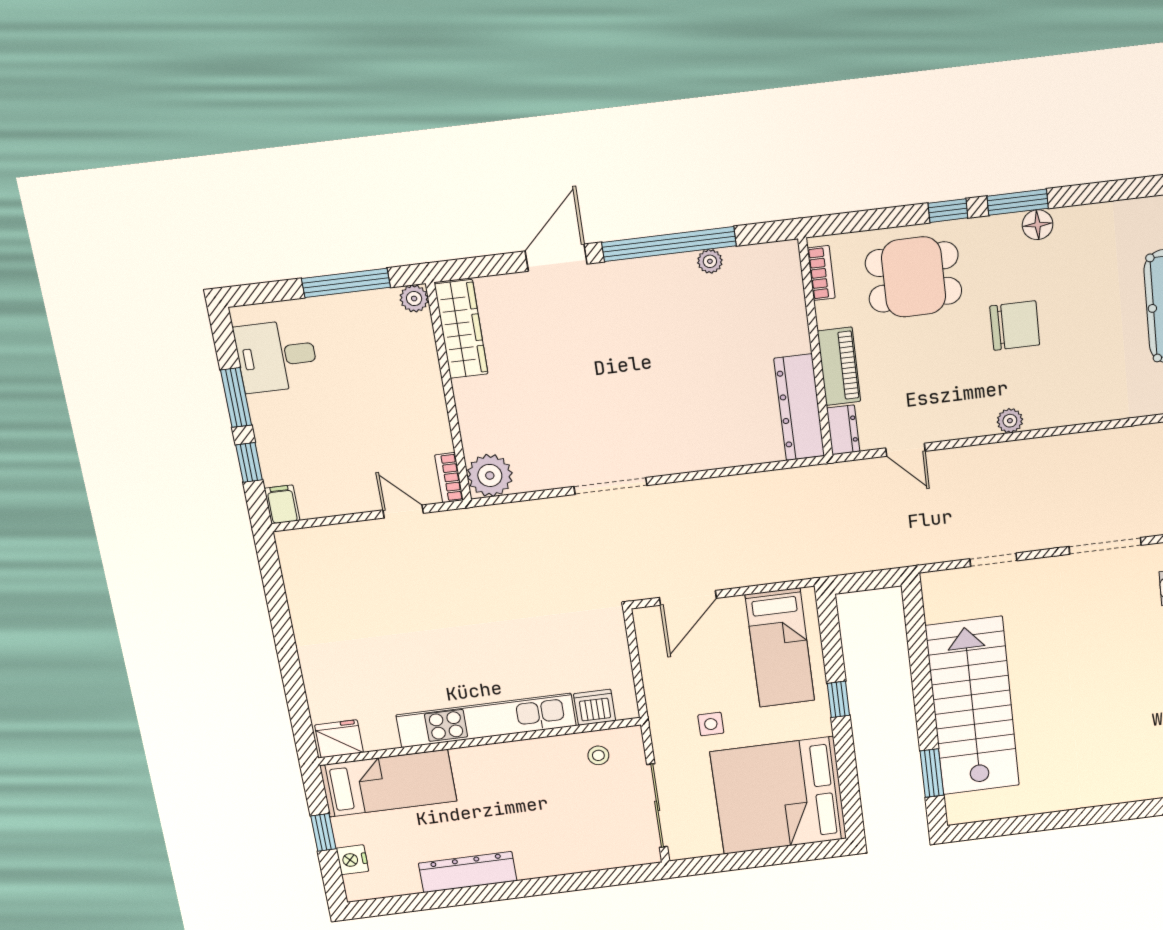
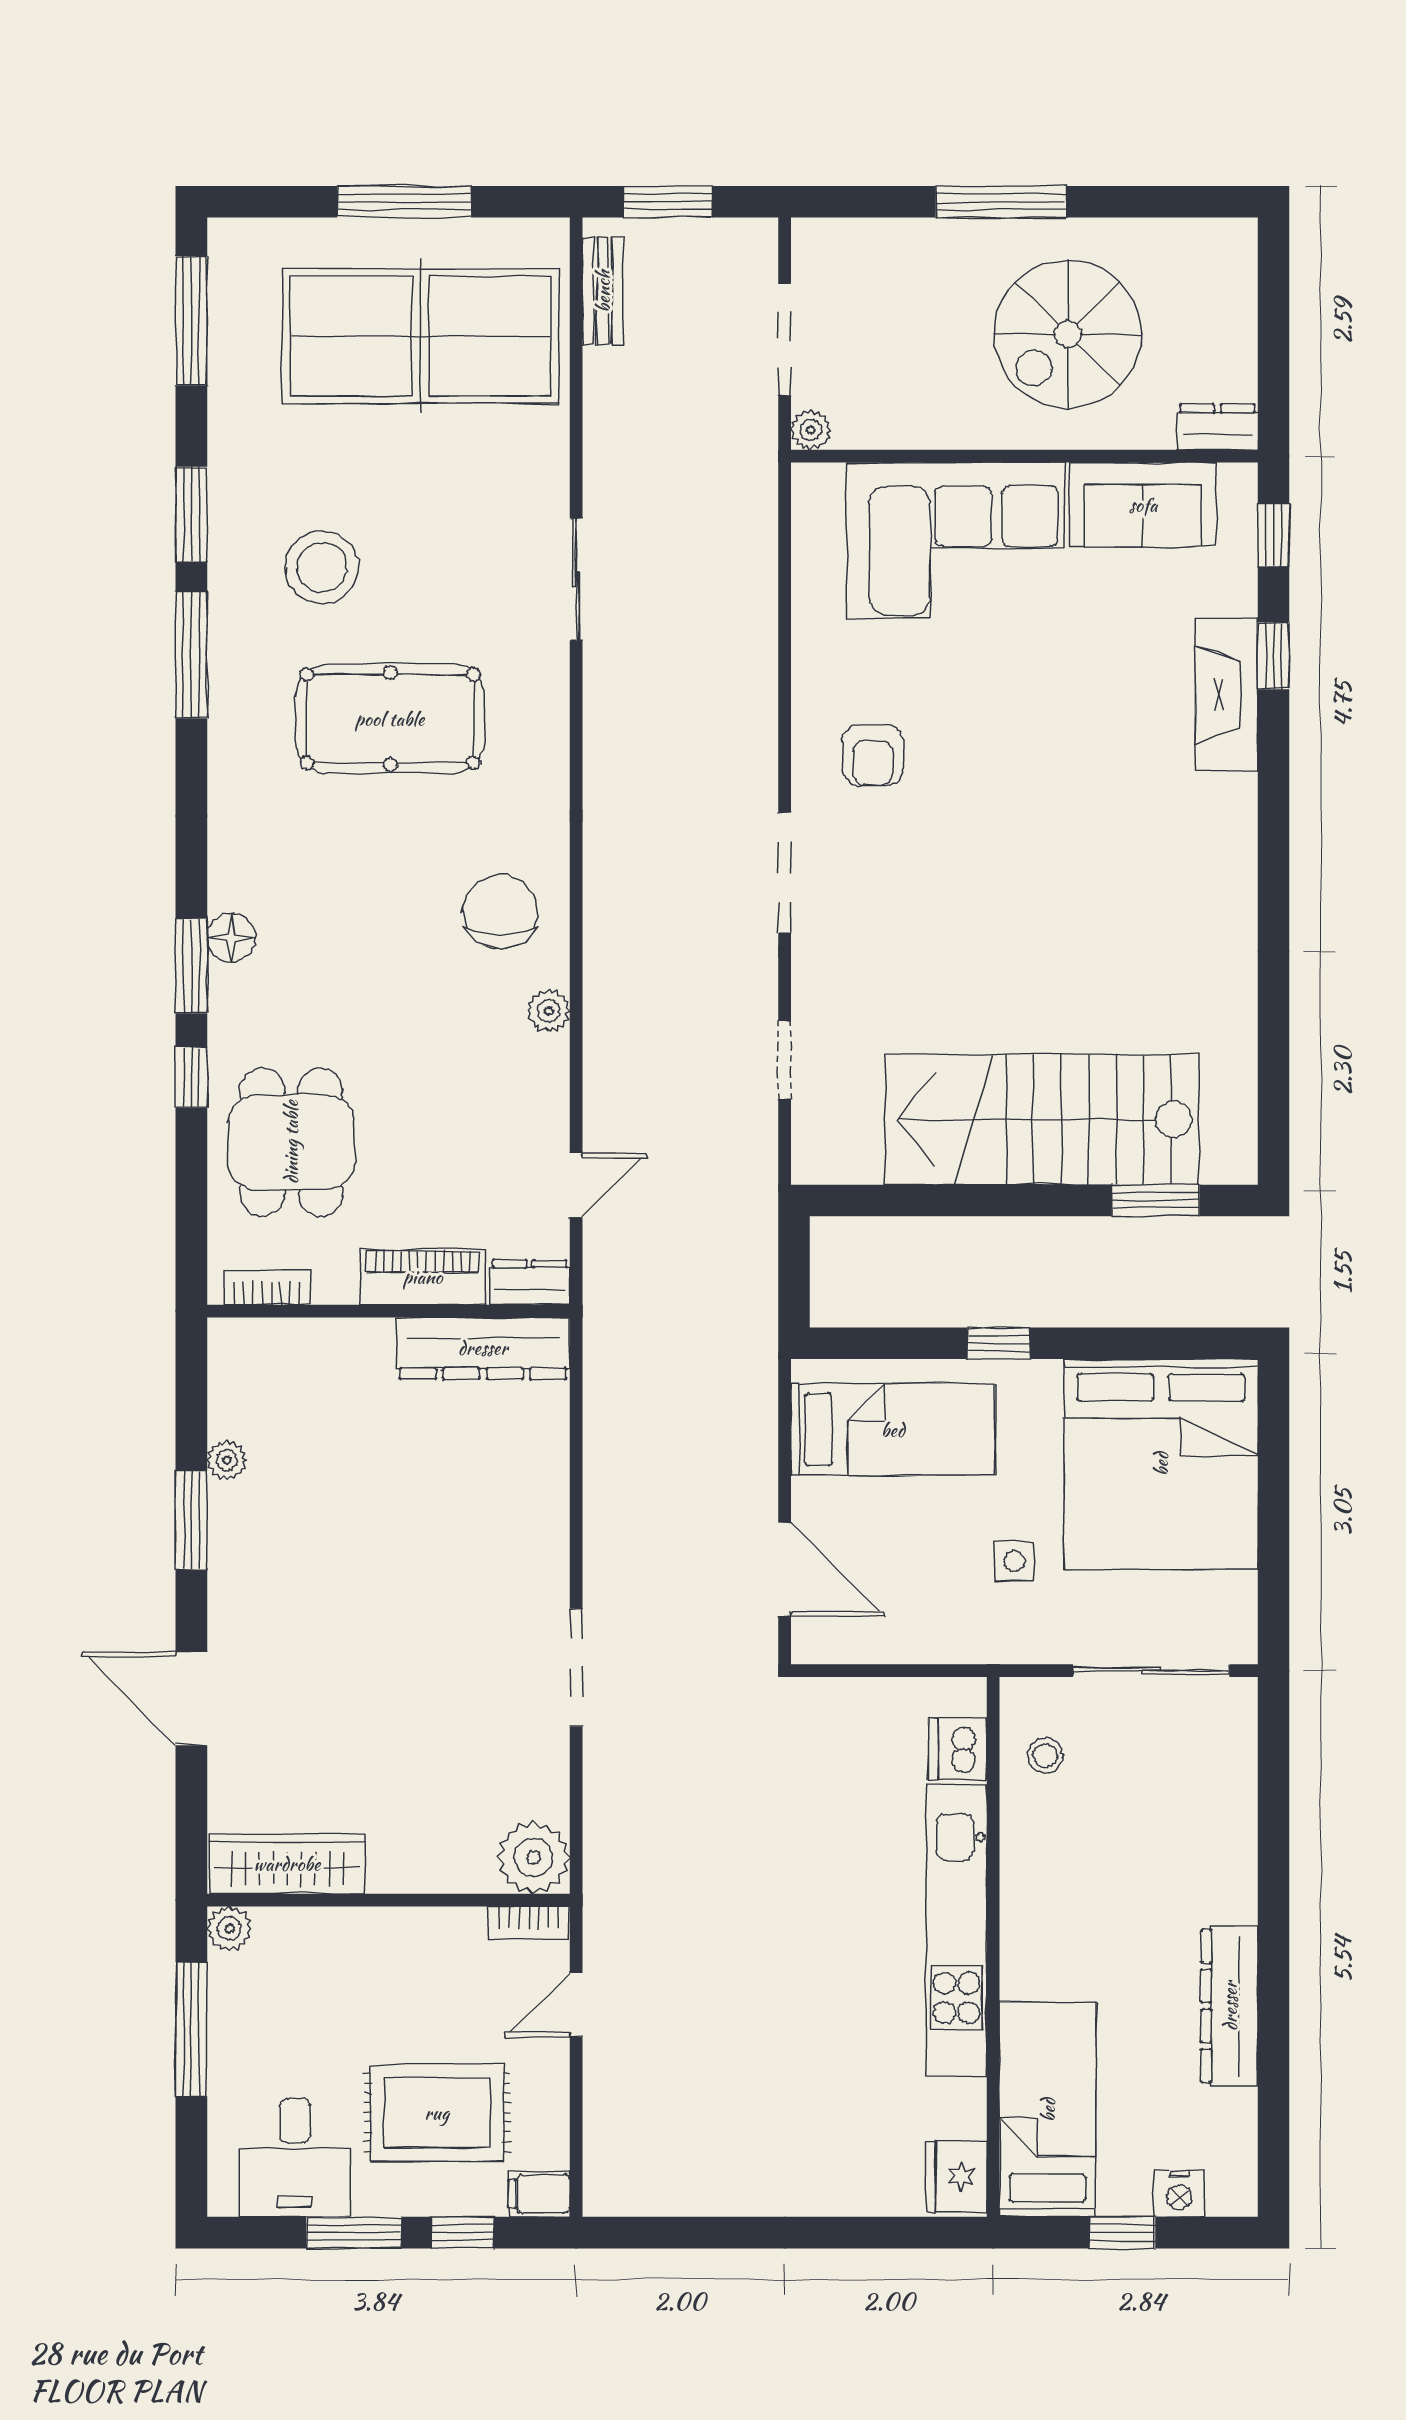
window: (669, 244) -> (191, 1520), width x0.47
chair: (1015, 326) -> (500, 912), moved
rug: (321, 438) -> (437, 2113), added

